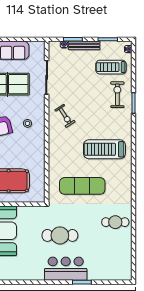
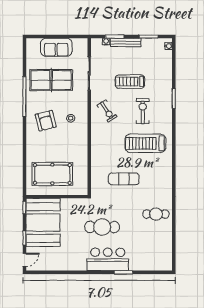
treadmill: (111, 67) -> (130, 82), moved
exercise bike: (117, 95) -> (143, 111), moved
exercise mat: (82, 186) -> (124, 179), width x0.73, depth x0.69

